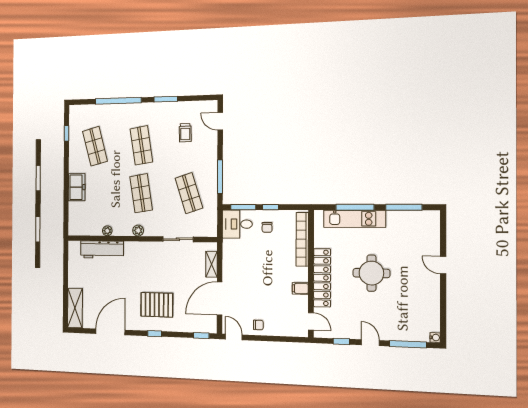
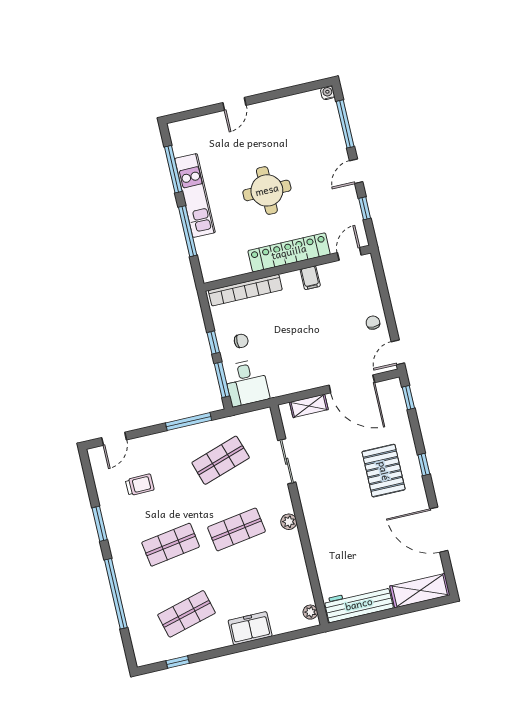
kitchen unit: (354, 219) -> (195, 196), moved
plant: (107, 231) -> (310, 612), moved
workbench: (102, 250) -> (359, 604), moved, turned -90

